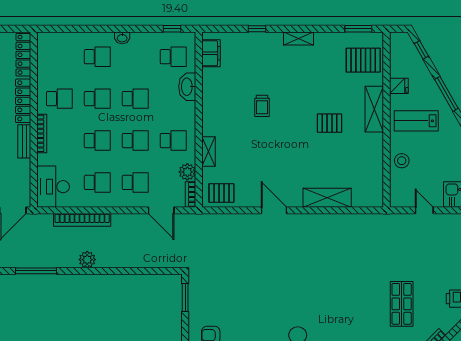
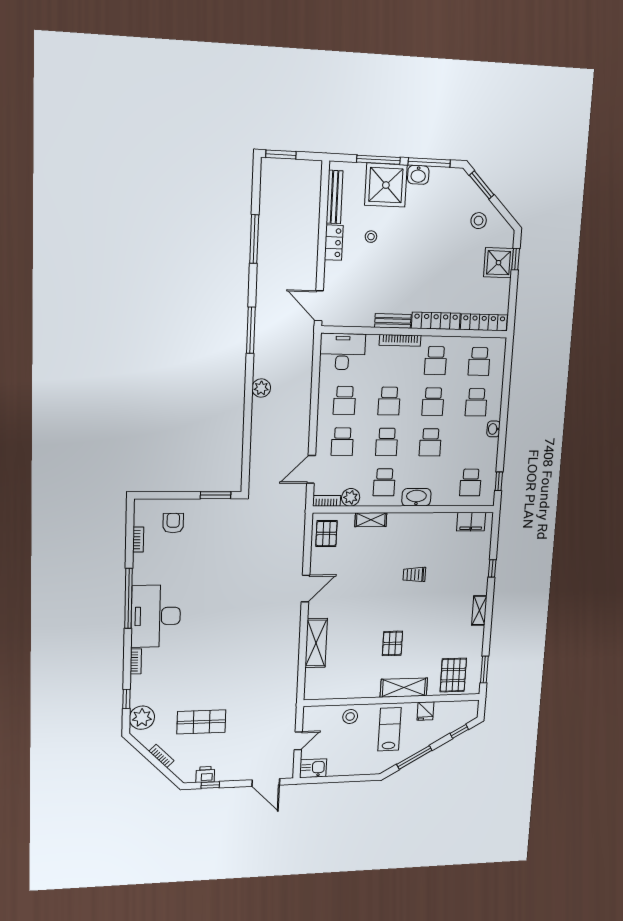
school desk: (59, 57) -> (479, 361), added
washbasin: (187, 87) -> (416, 497), moved
bookcase: (82, 220) -> (305, 383), removed

